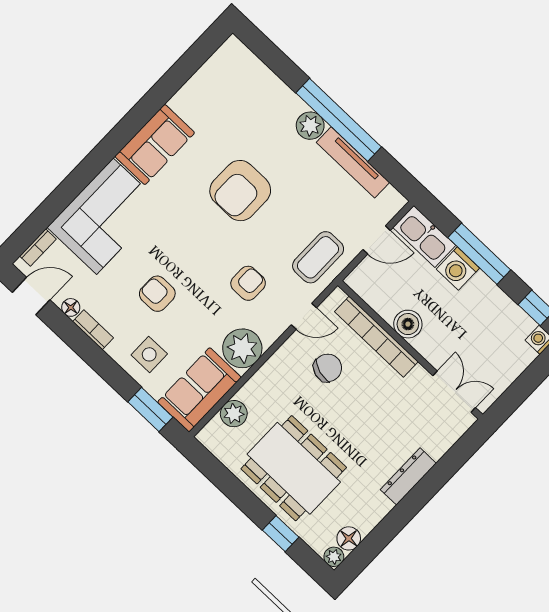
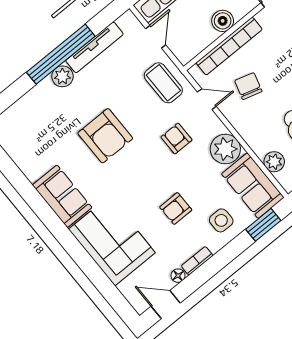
bookcase: (38, 248) -> (129, 295), removed
door: (31, 296) -> (166, 305), hinge flipped
door: (304, 316) -> (207, 99), hinge flipped

